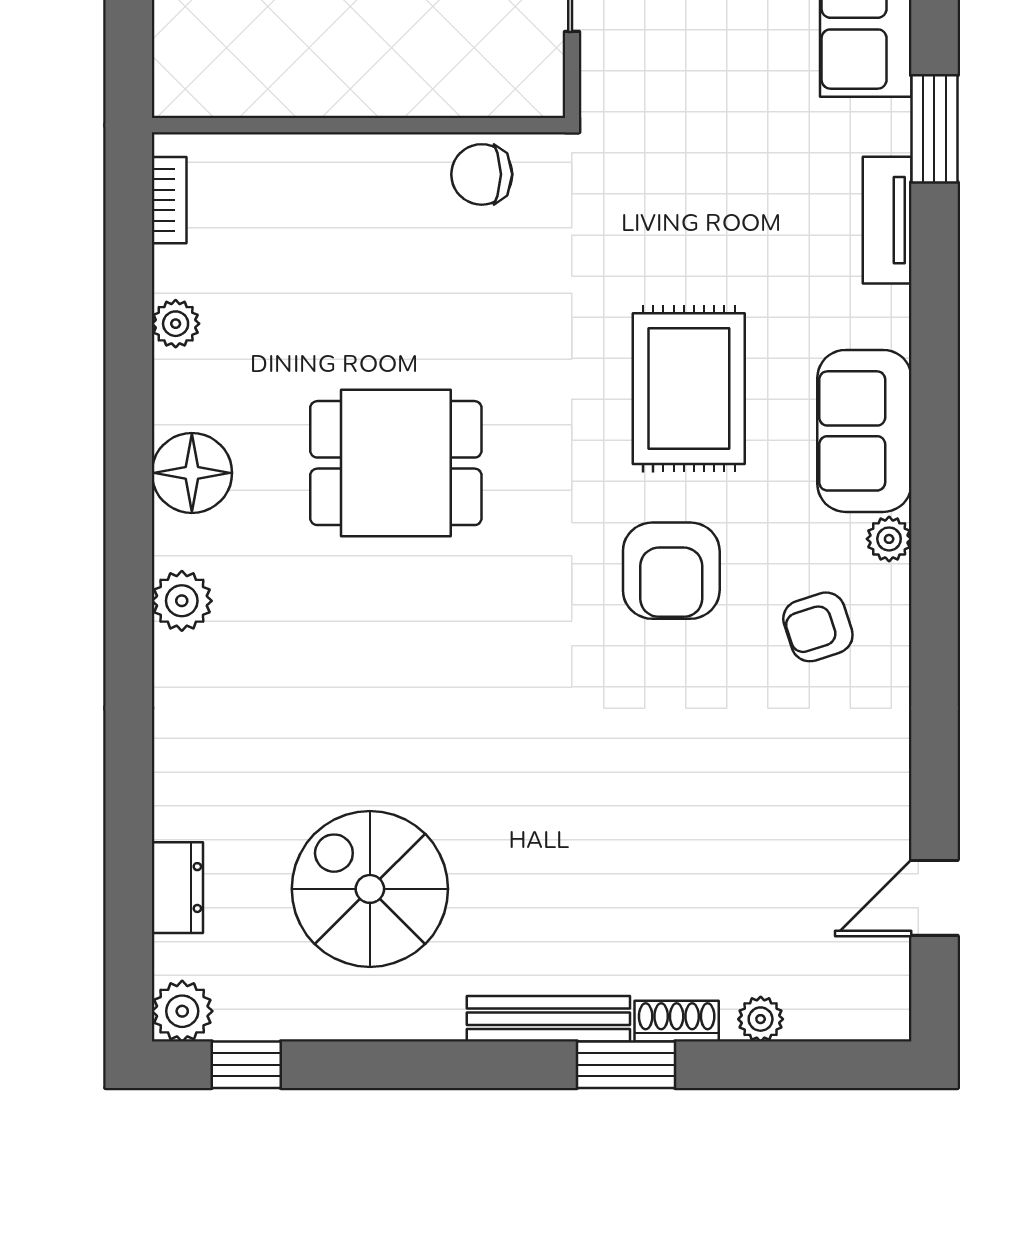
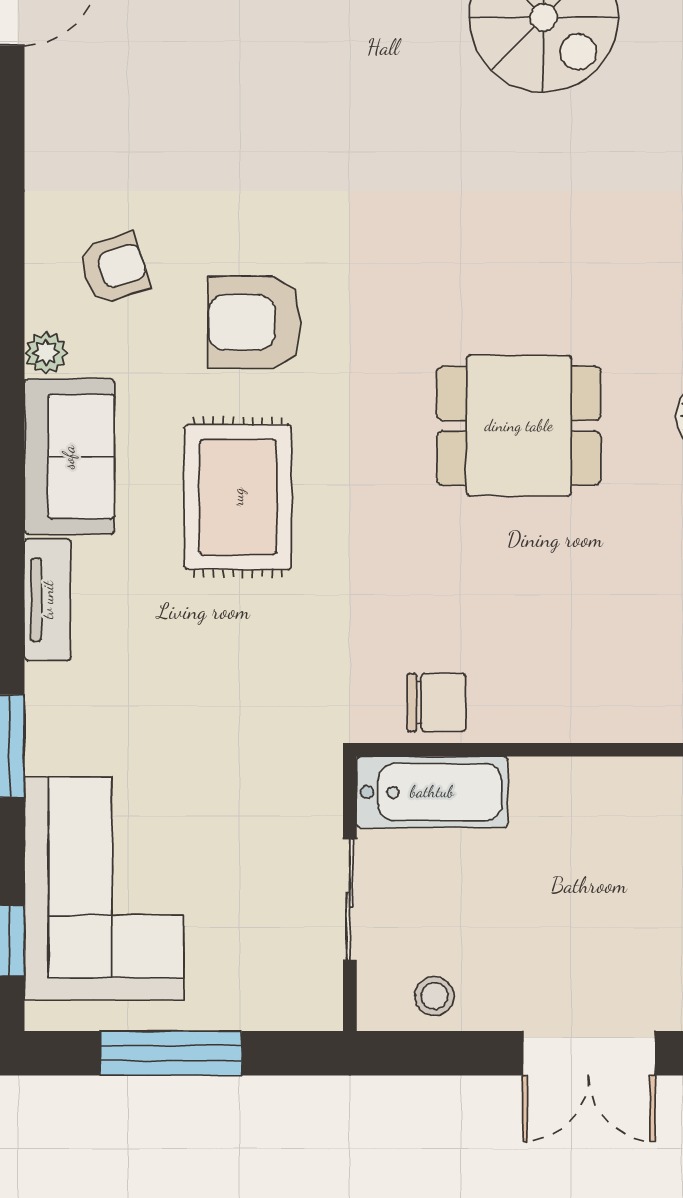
bathtub: (486, 81) -> (432, 792), added
tv unit: (887, 220) -> (48, 600), moved
armchair: (671, 571) -> (255, 323), turned -90

